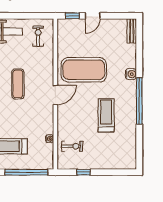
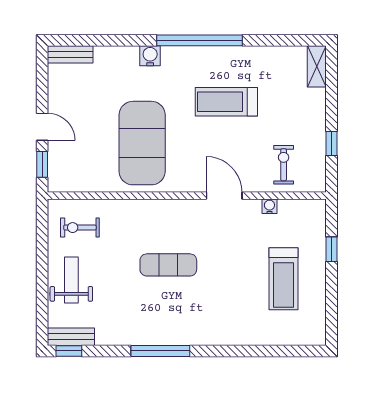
door: (55, 95) -> (224, 196), moved
shelving: (125, 164) -> (317, 66), added
window: (26, 172) -> (331, 249), width x0.32

